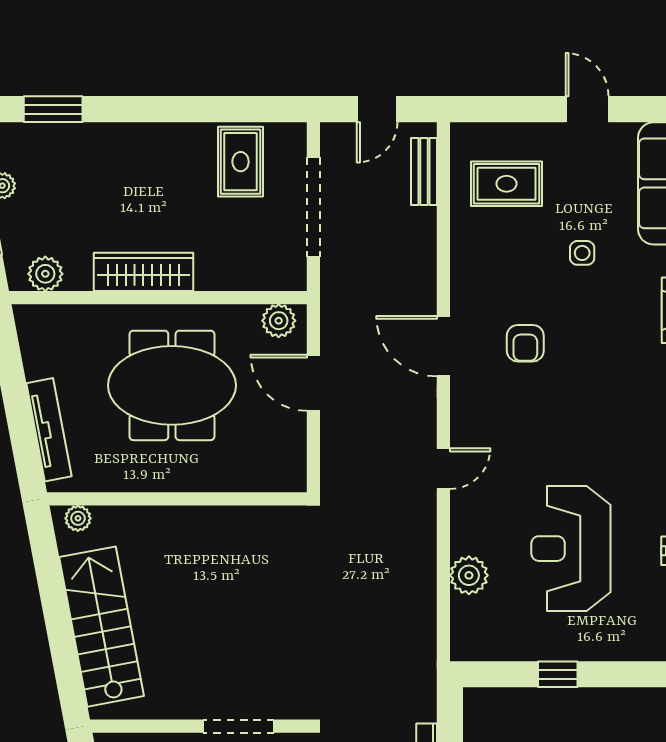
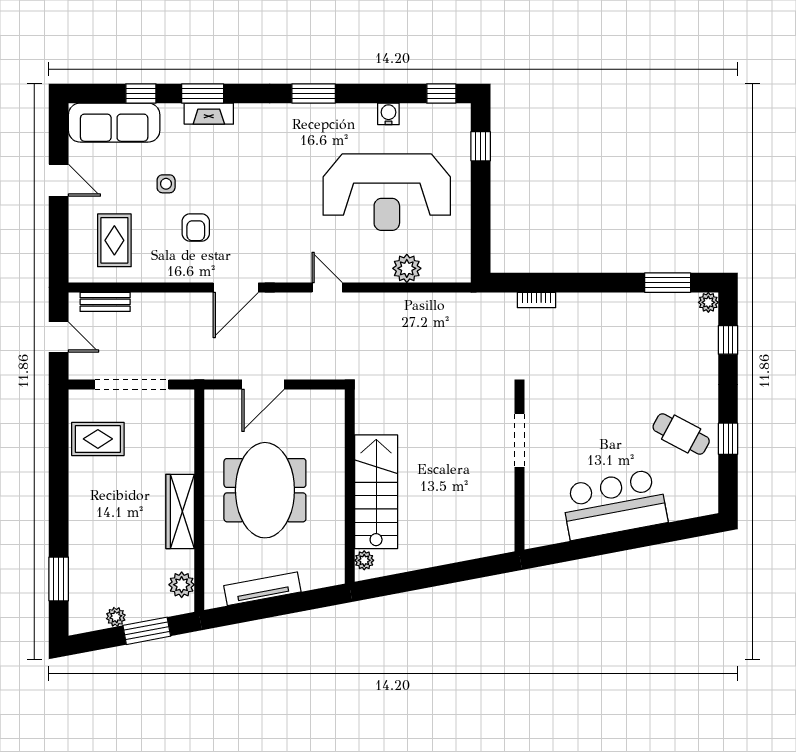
door: (587, 109) -> (59, 180), swing flipped
plant: (279, 321) -> (217, 410), removed
armchair: (525, 343) -> (196, 227), moved, turned 90
tv unit: (49, 430) -> (262, 589), moved
reception desk: (571, 549) -> (387, 192), width x1.36, depth x1.30
stairs: (102, 627) -> (376, 492), moved, turned 101
window: (558, 674) -> (481, 146), moved

